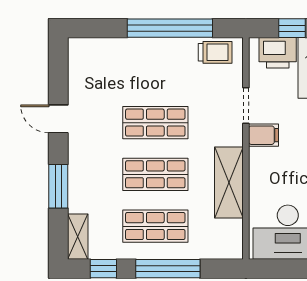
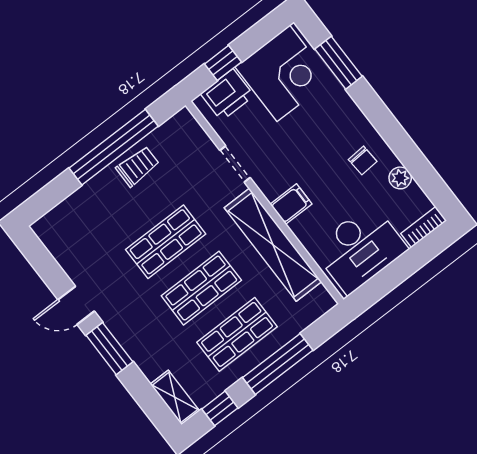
trolley: (215, 52) -> (138, 166), moved
filing cabinet: (264, 135) -> (291, 204), moved
shelving: (229, 183) -> (273, 245), width x1.47
window: (58, 186) -> (109, 349), moved

